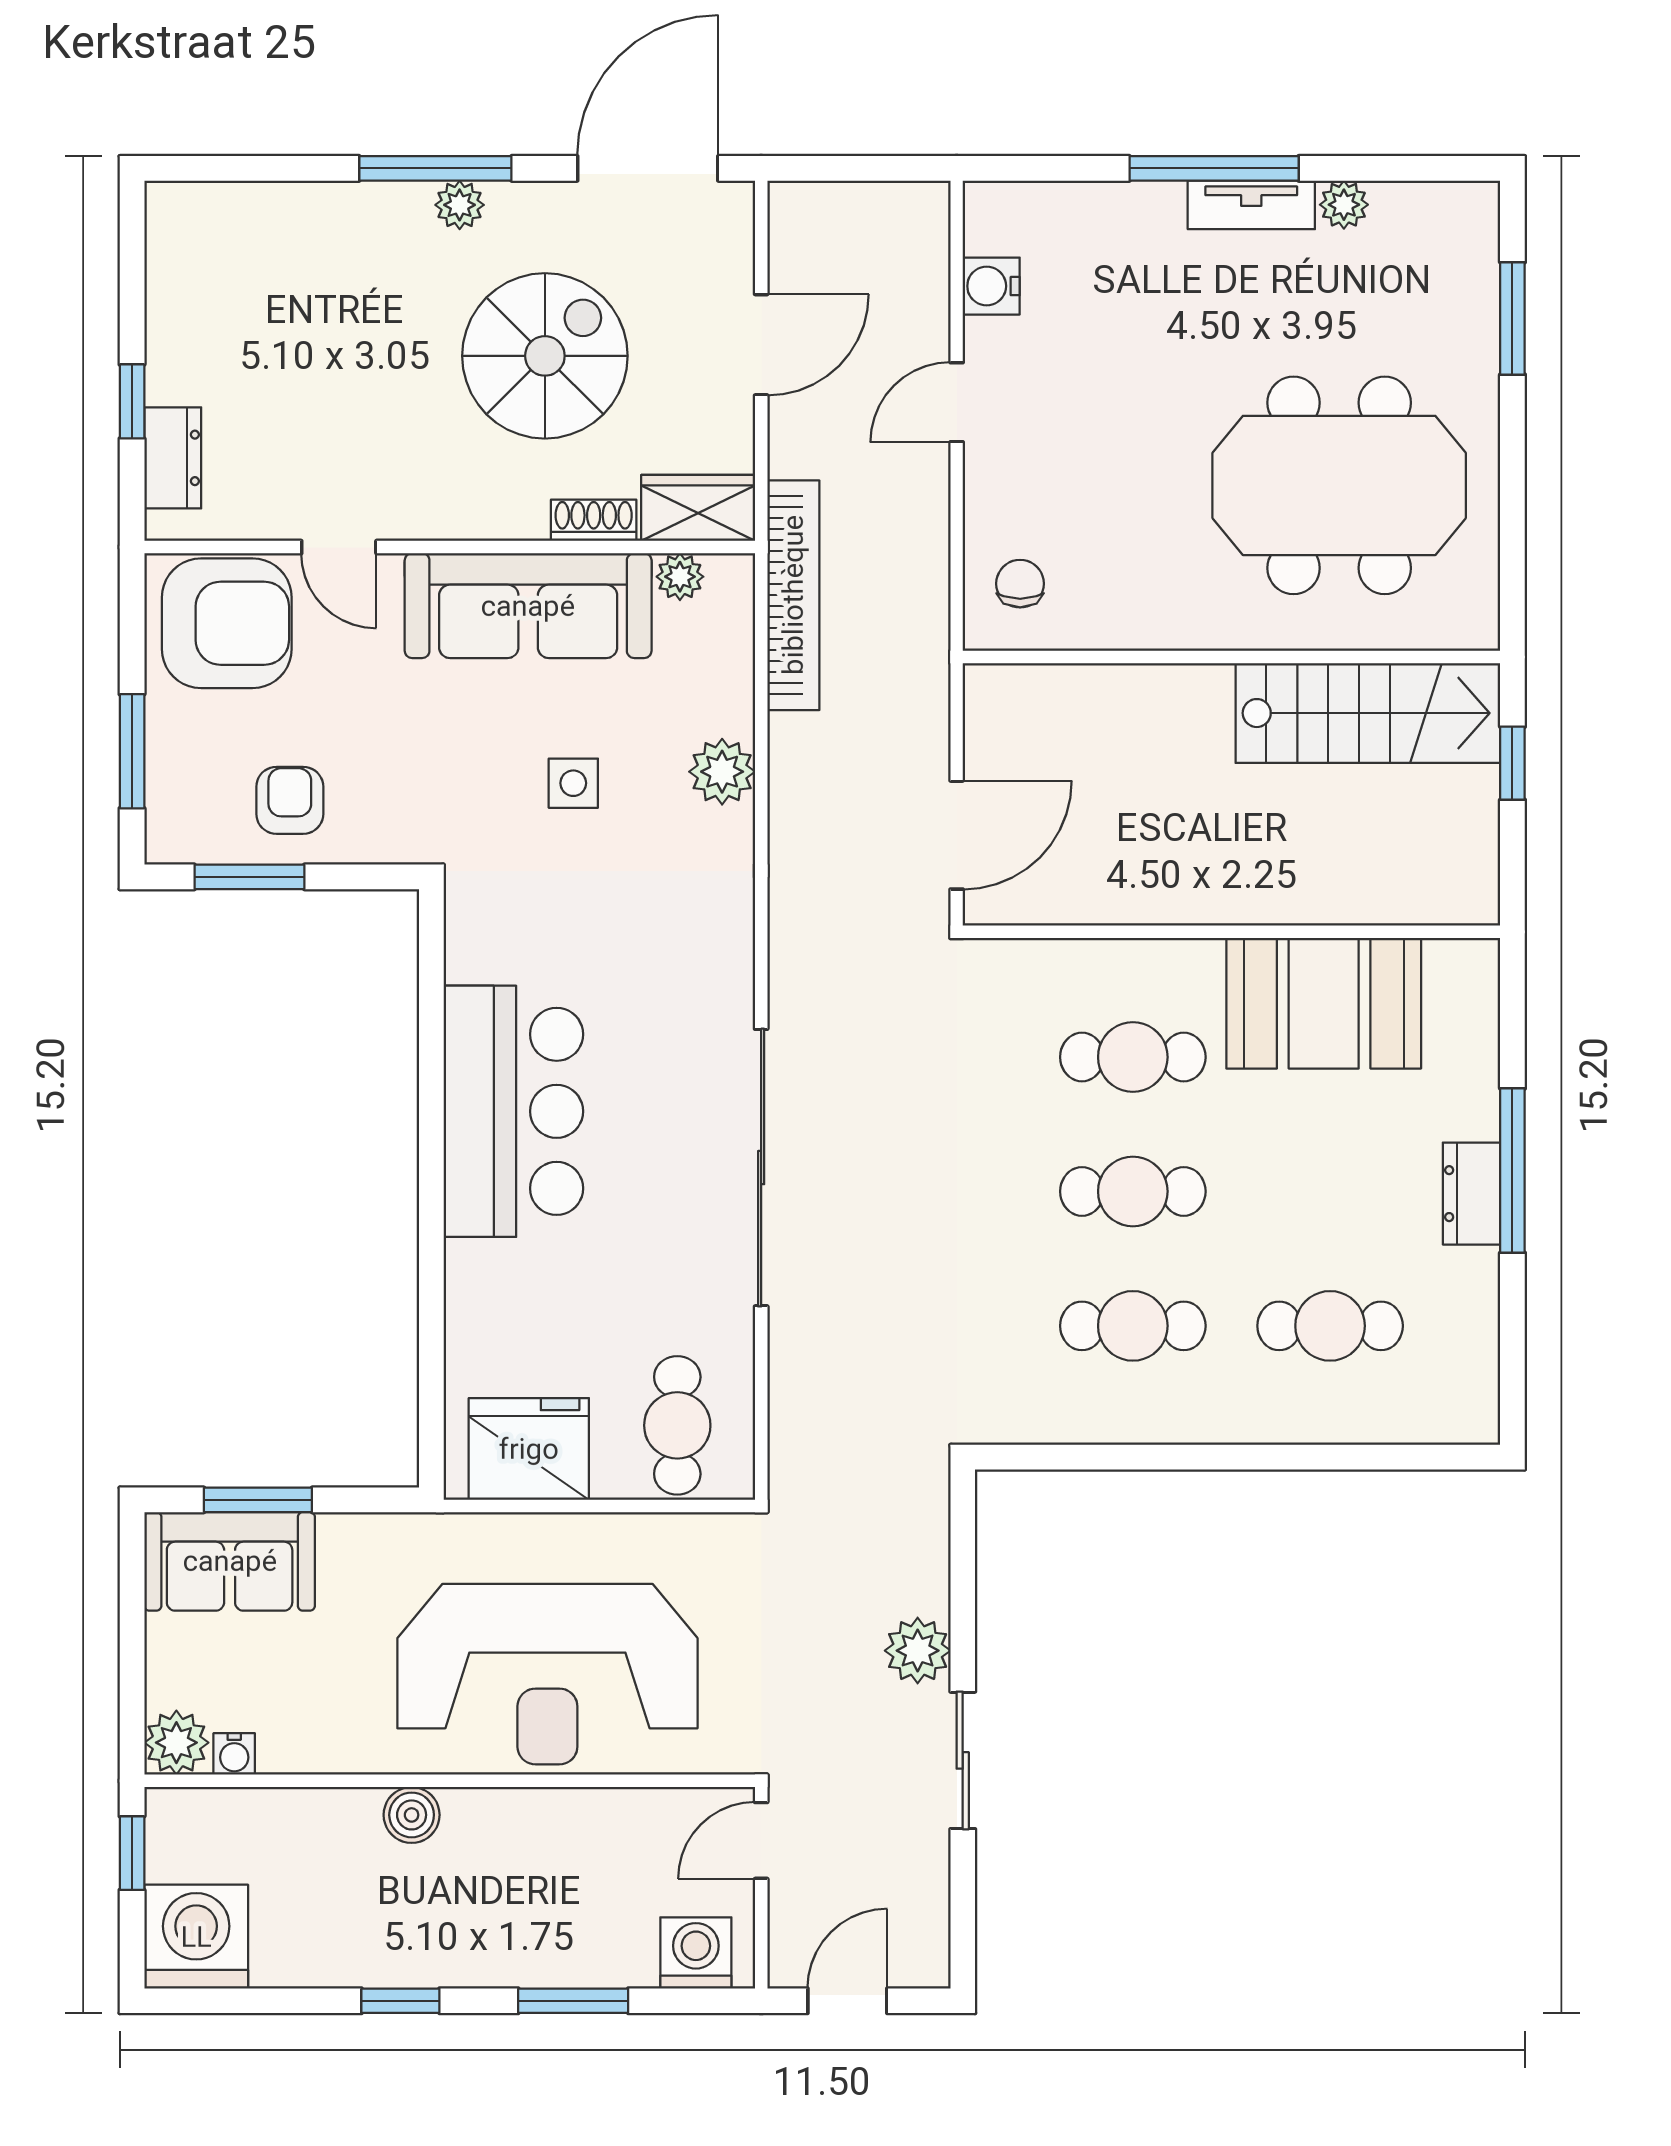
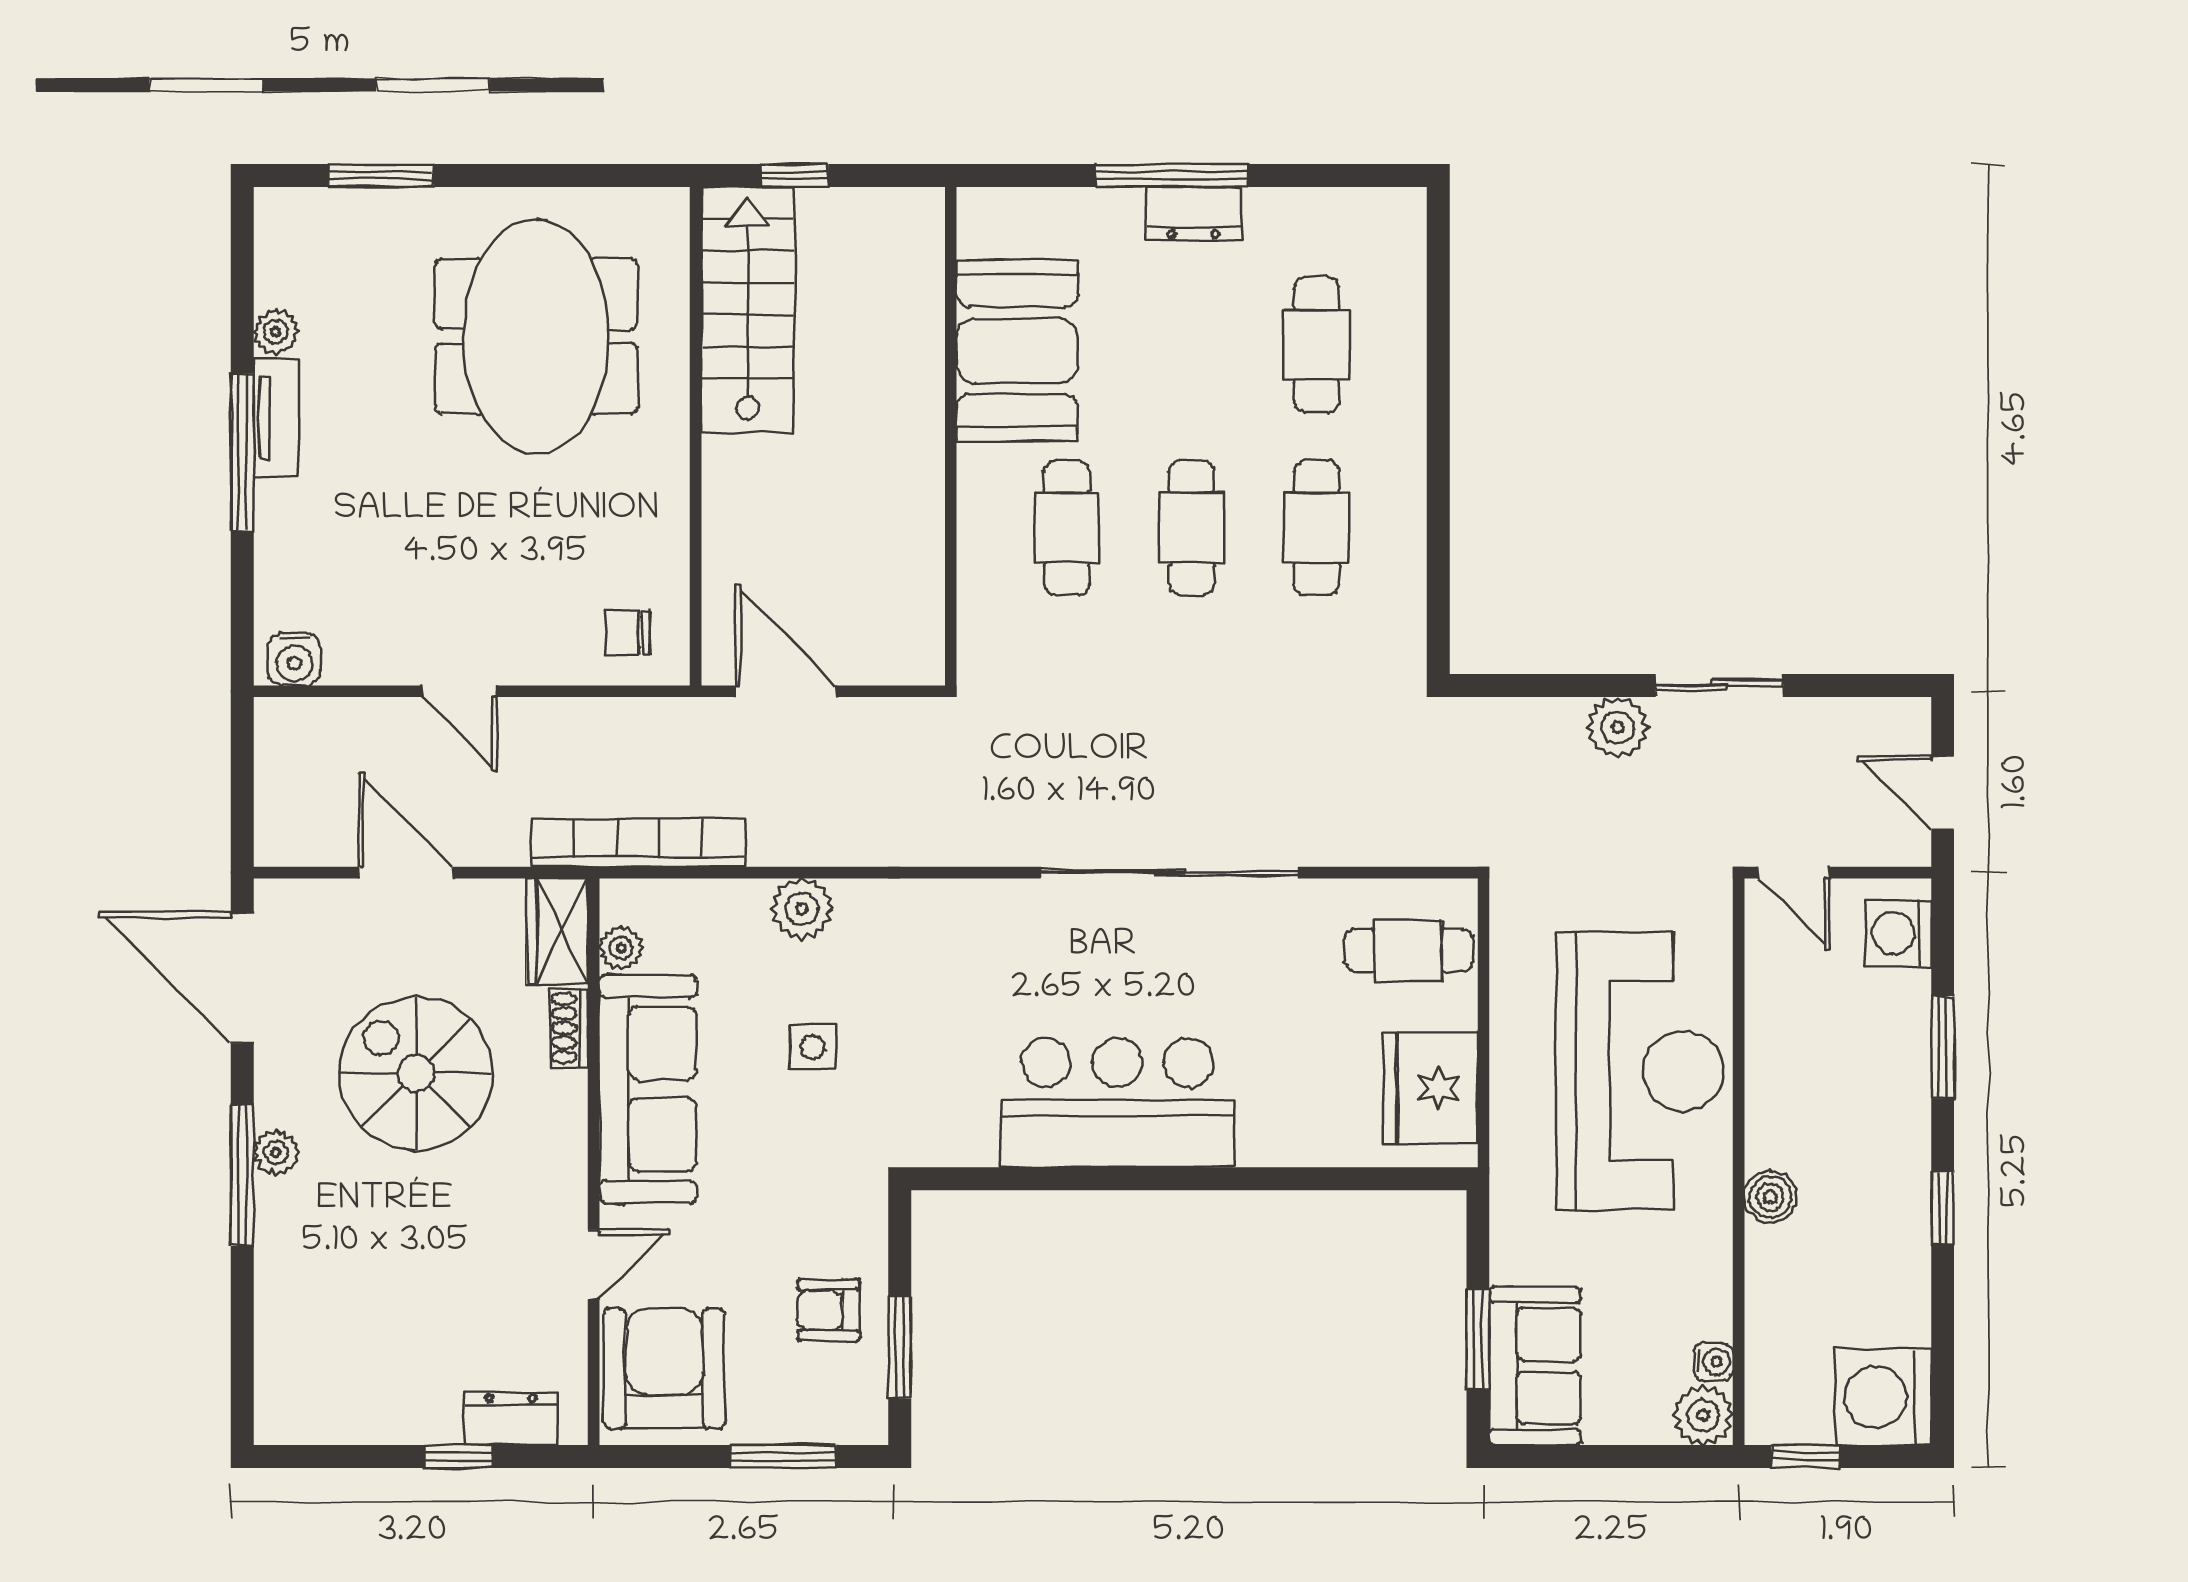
water cooler: (991, 286) -> (294, 659), moved
door: (957, 835) -> (786, 691), moved

